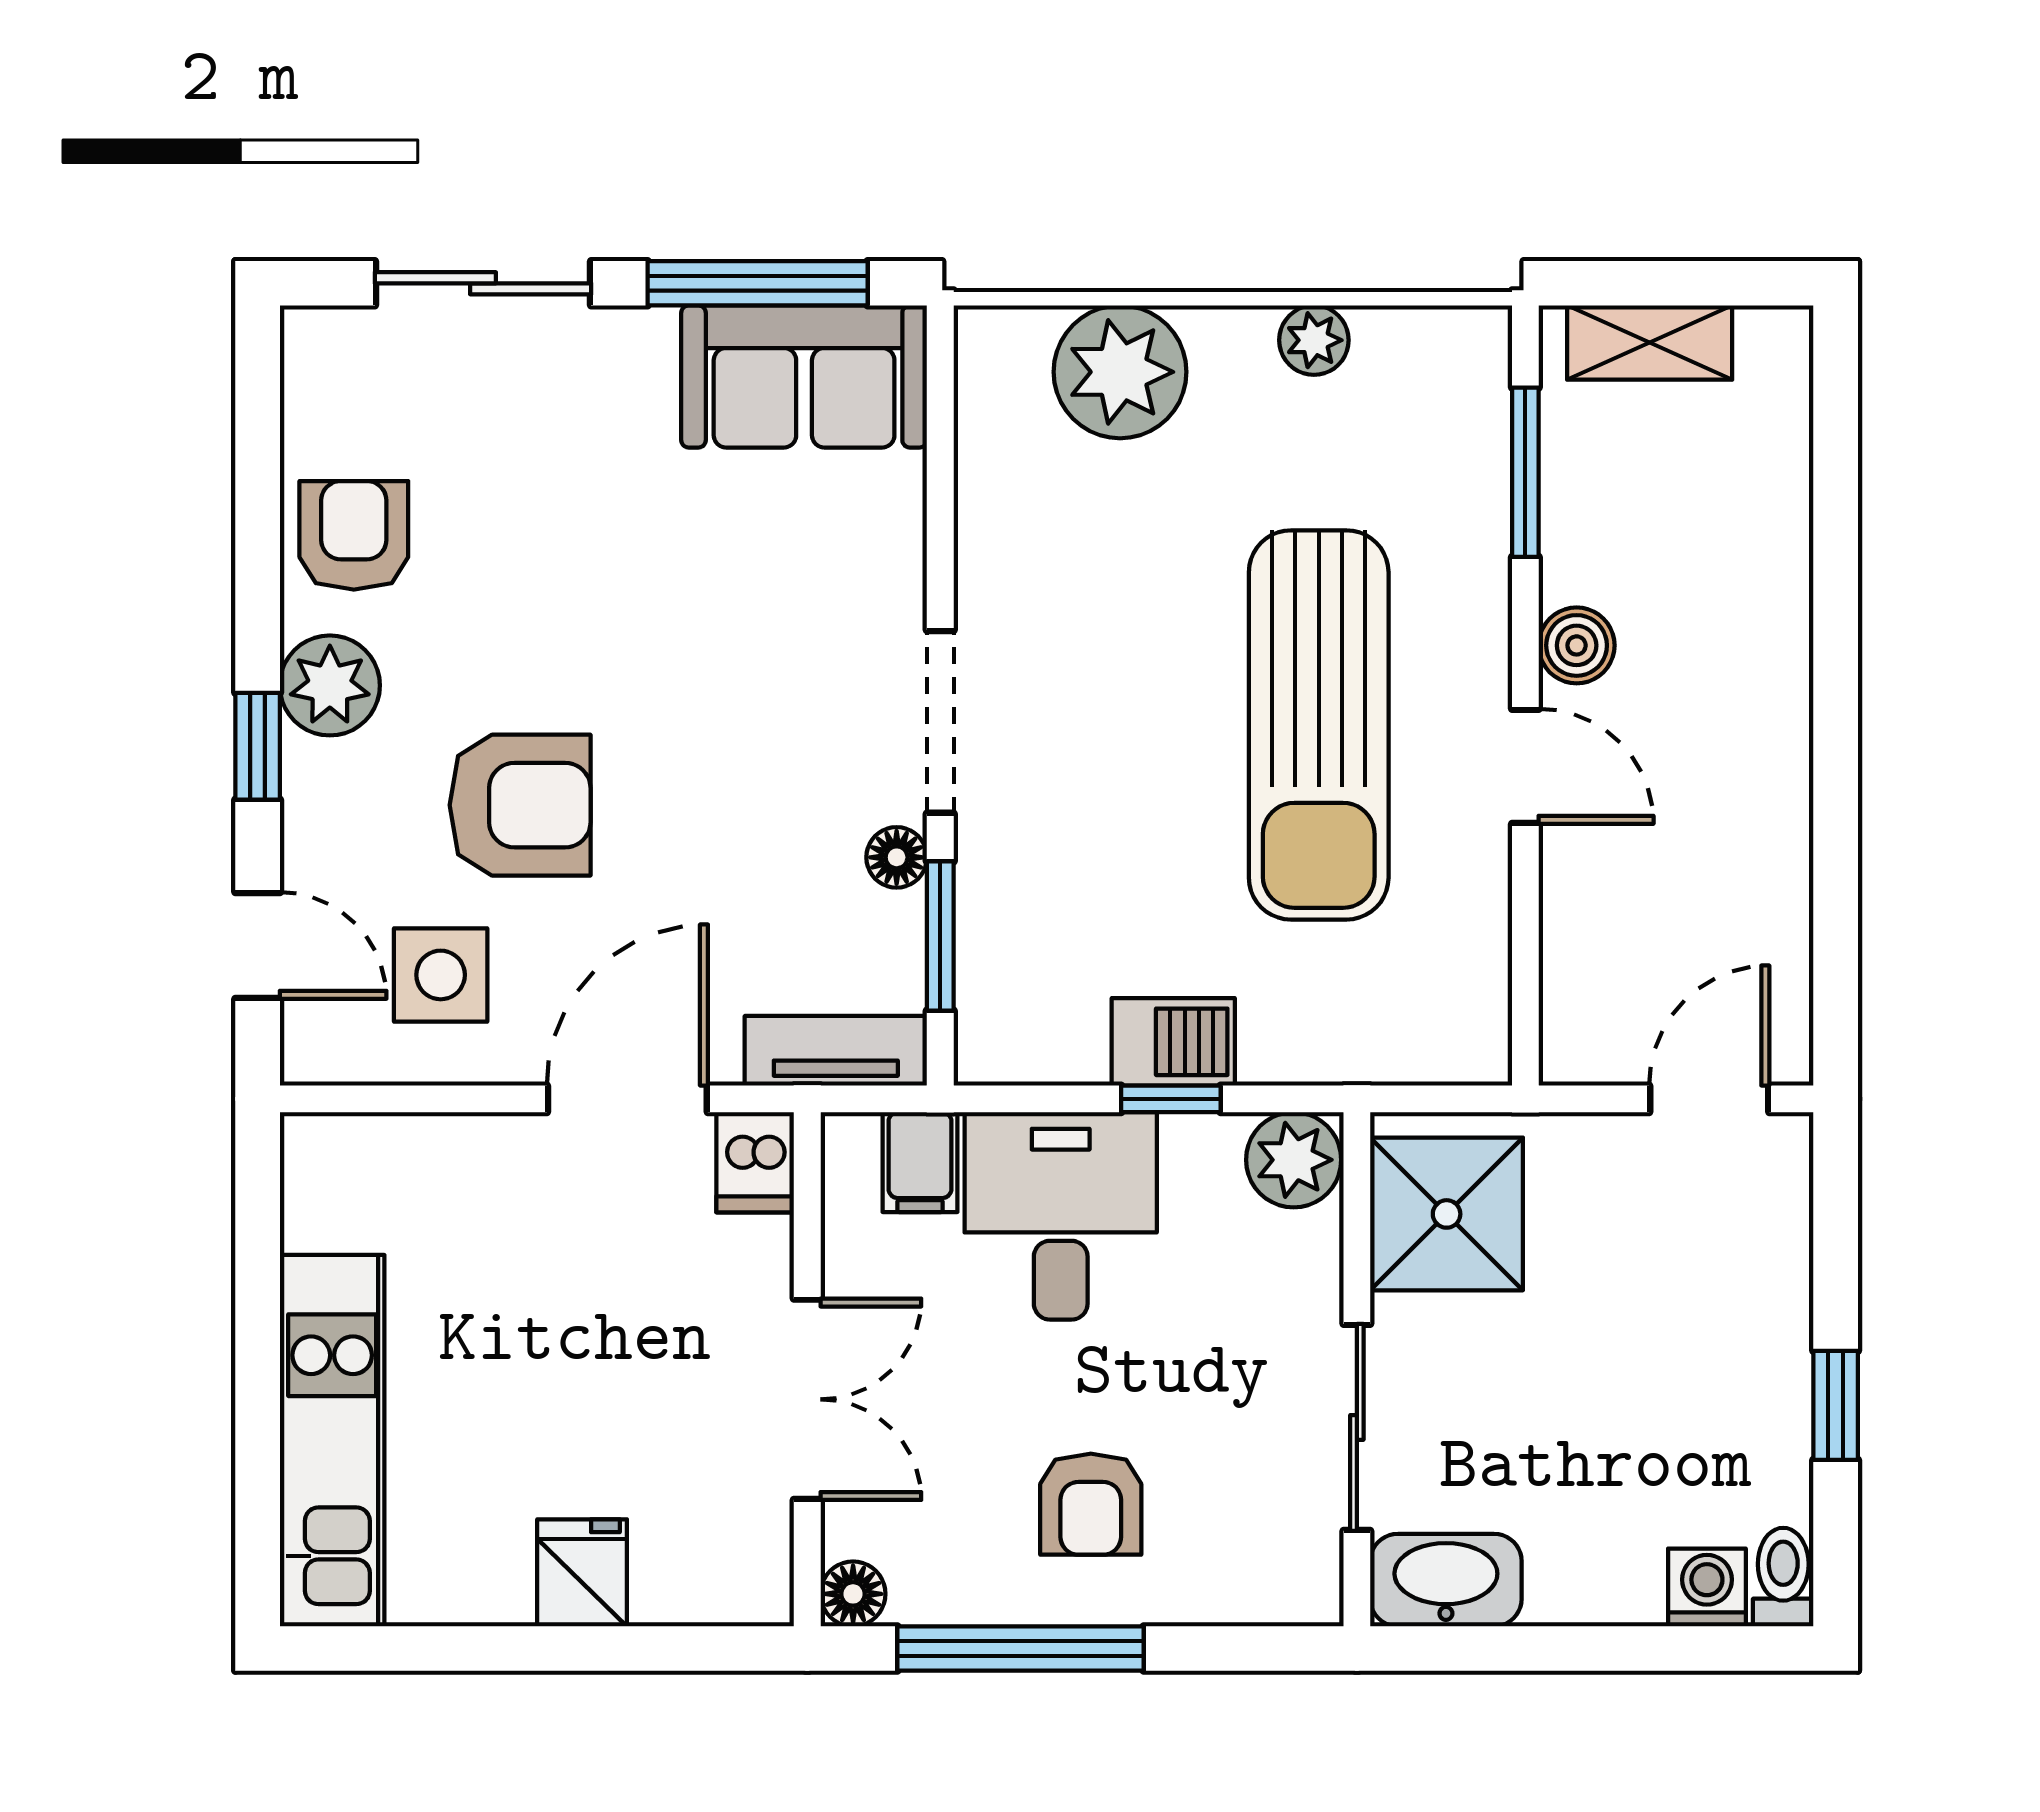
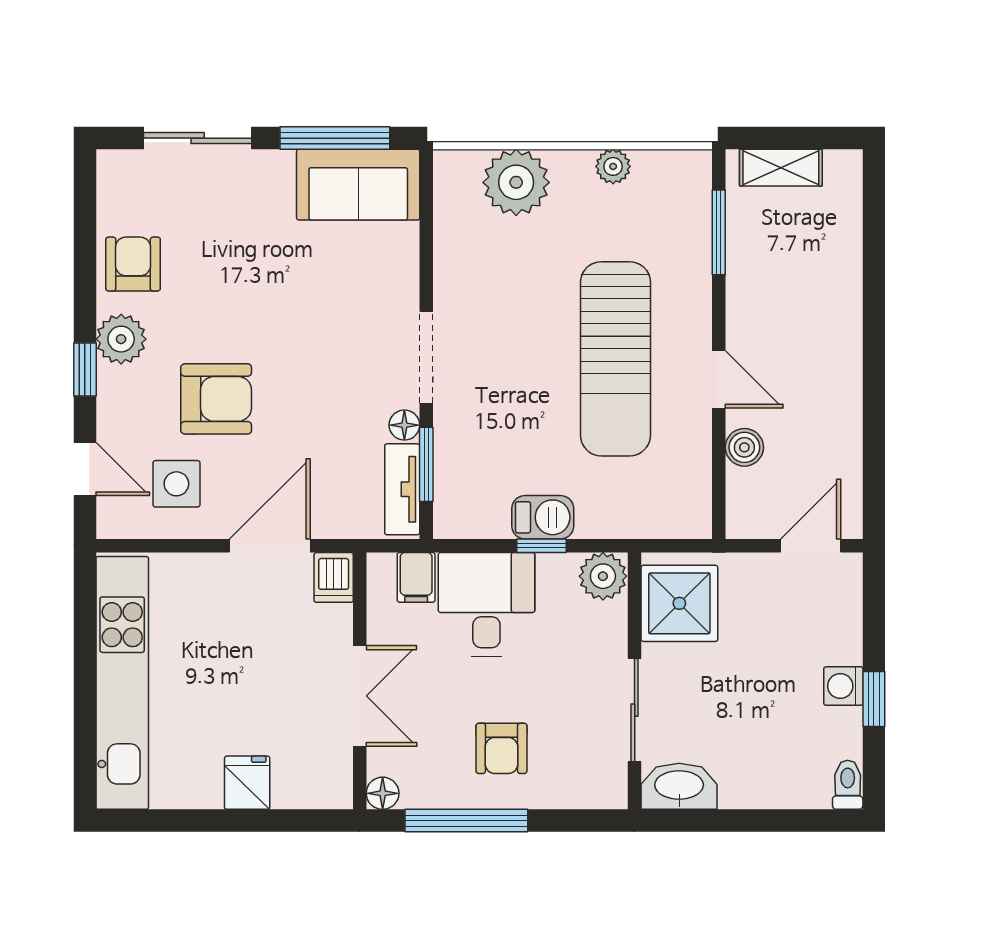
boiler: (1577, 645) -> (744, 447), moved
tv unit: (836, 1051) -> (402, 489), moved, turned -90
kitchen unit: (332, 1441) -> (122, 683), width x1.36
washing machine: (1707, 1587) -> (843, 686), moved, turned -90

